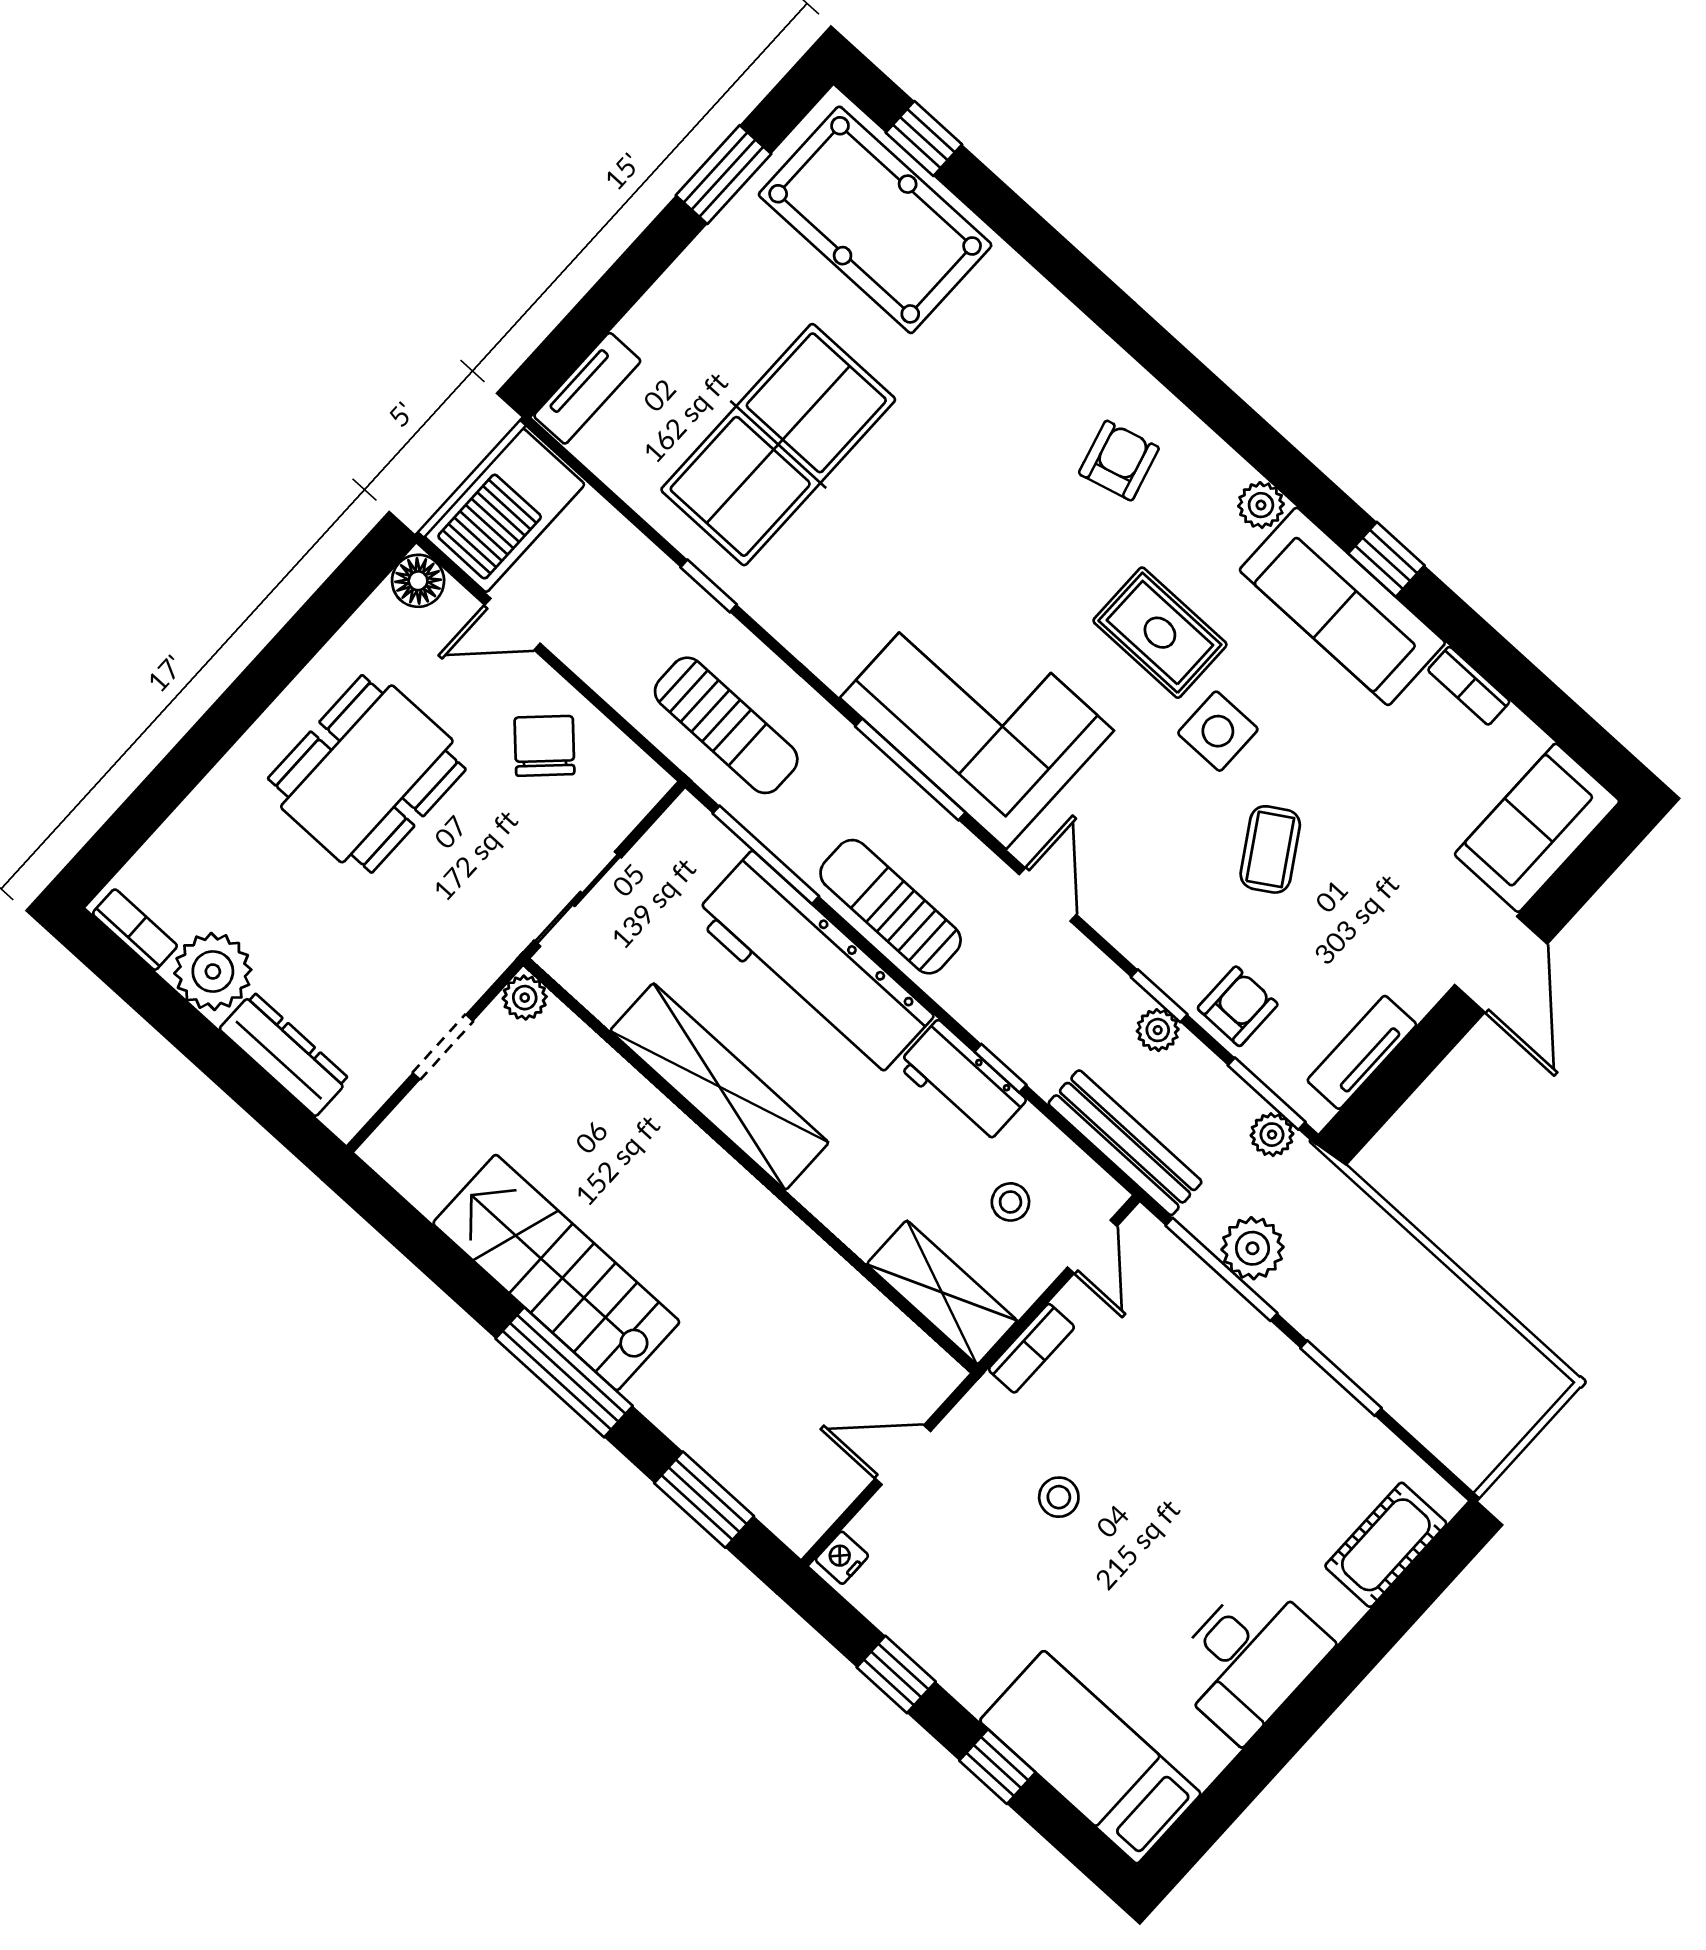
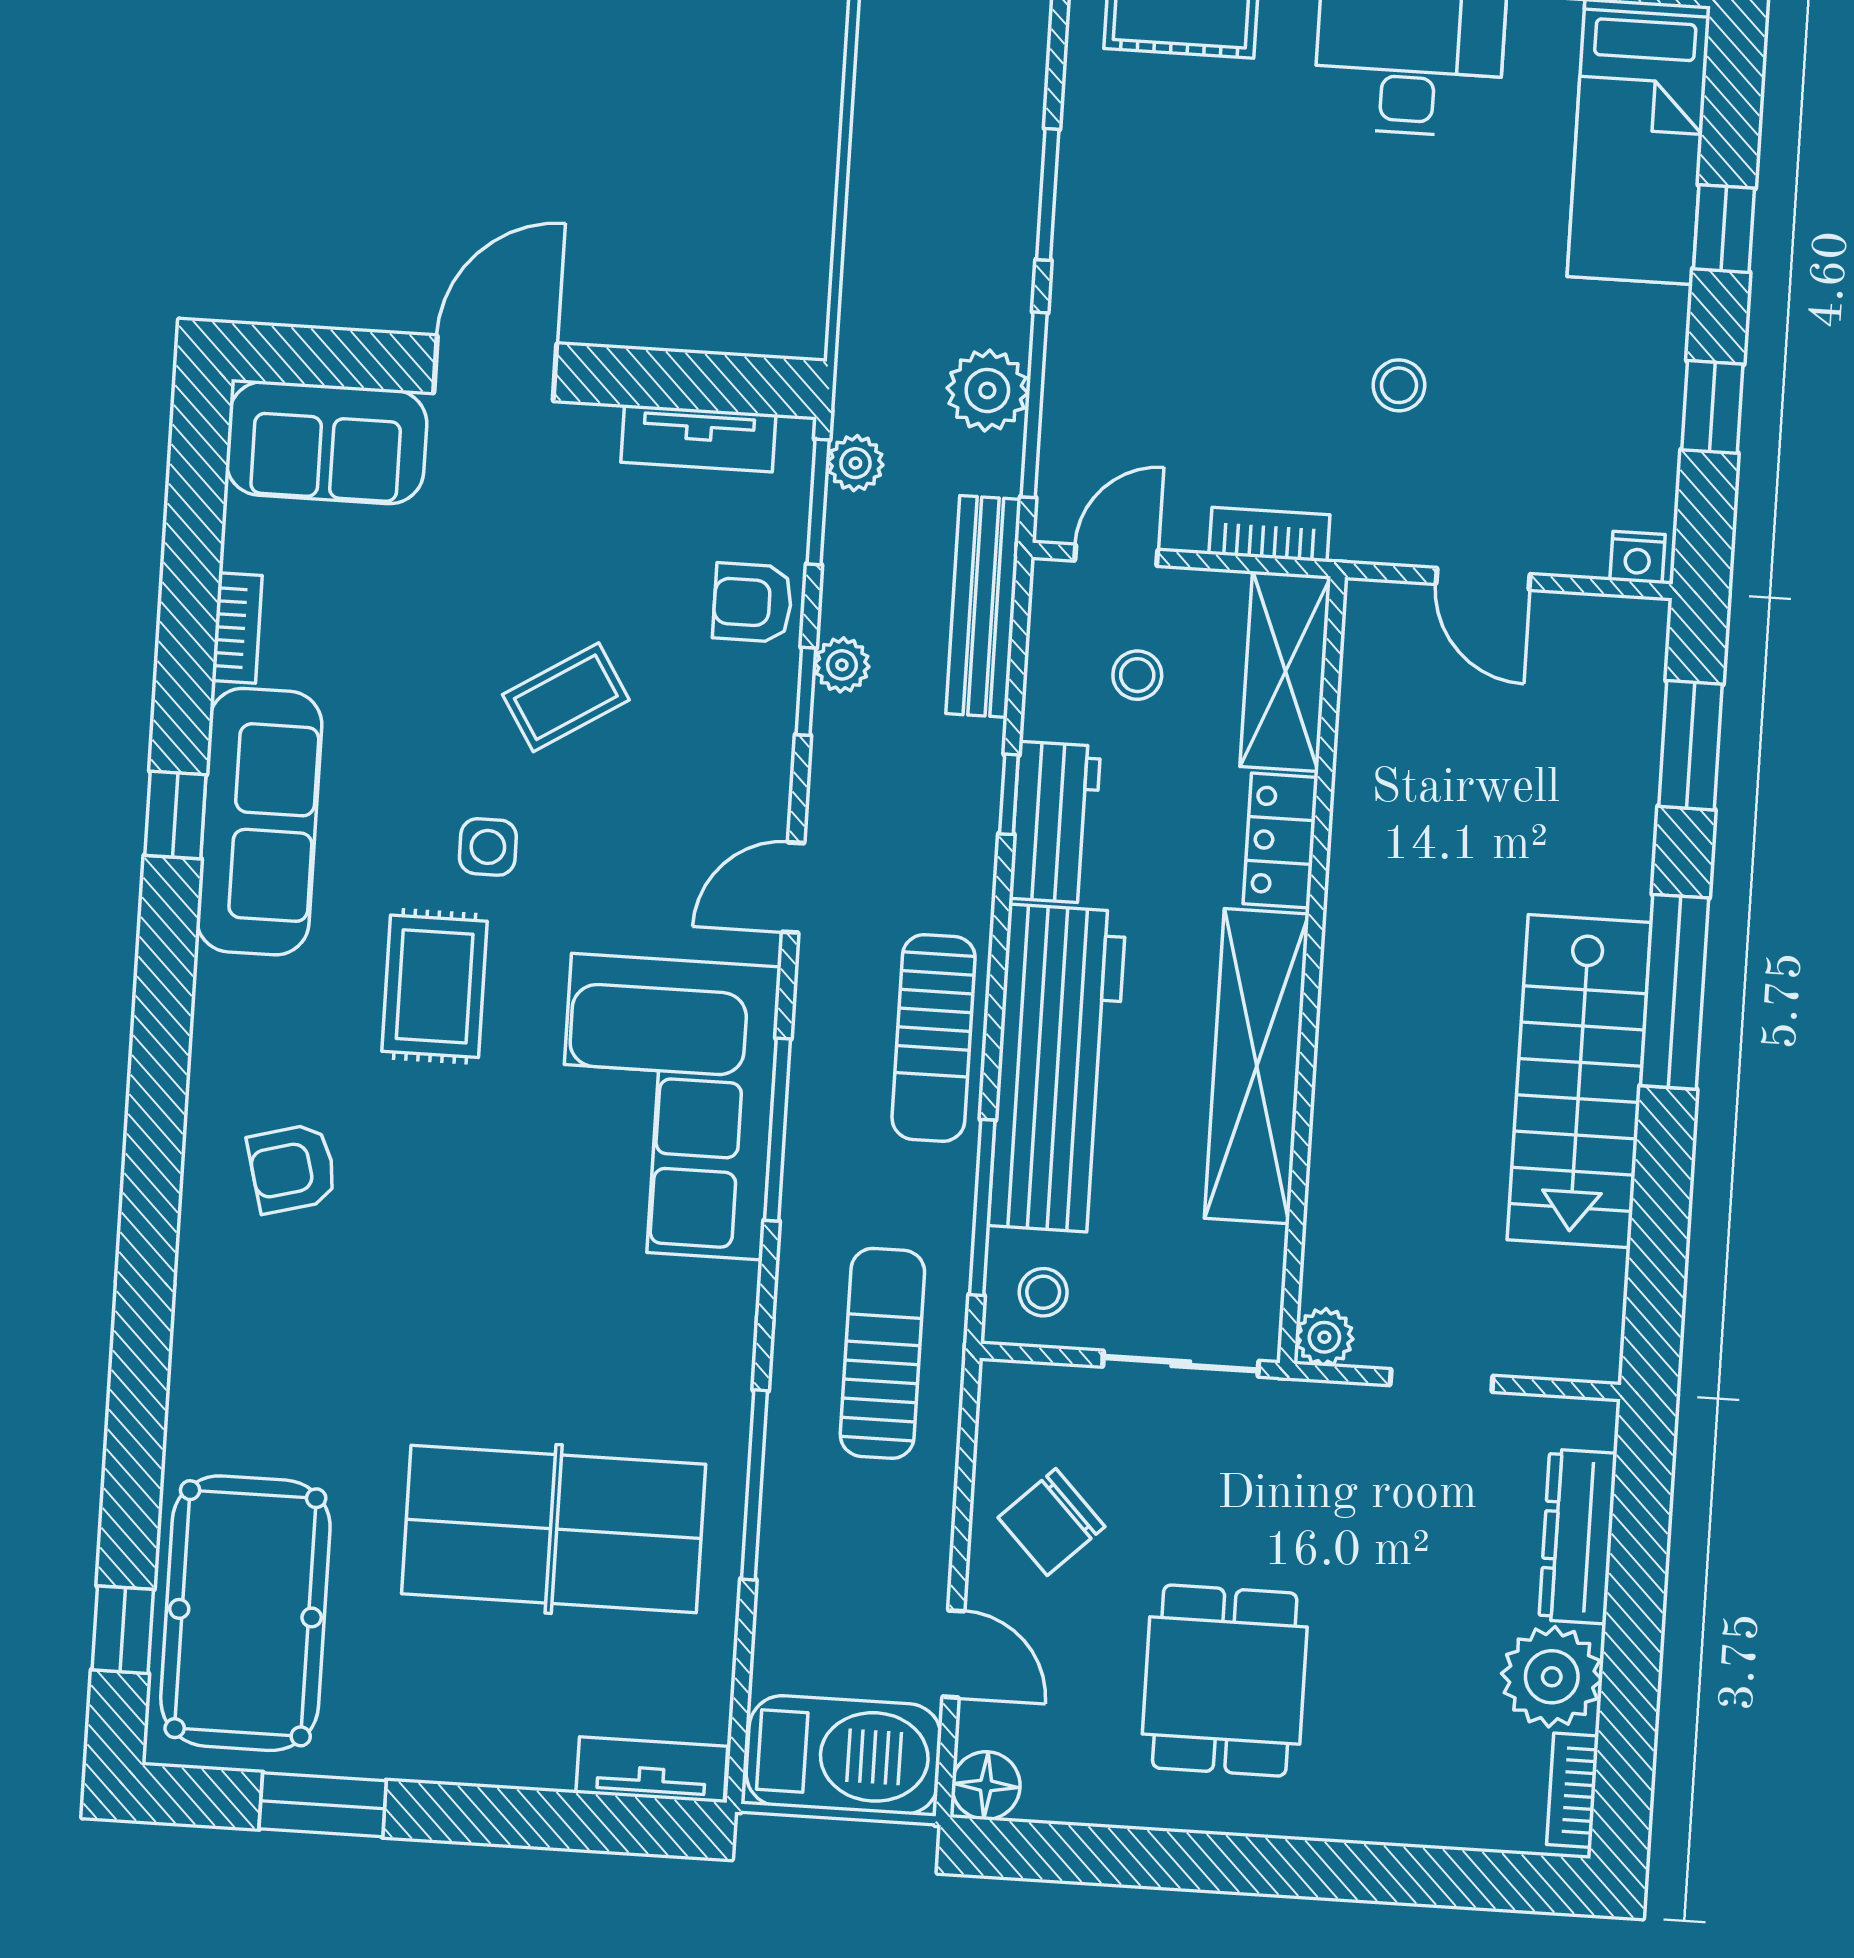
plant: (1261, 505) -> (222, 987), removed
window: (709, 586) -> (754, 1485), width x2.17
side table: (1218, 731) -> (488, 847), width x0.73, depth x0.73
dining table: (367, 774) -> (1225, 1681), width x0.73
stool: (686, 851) -> (1043, 1292), added
locker: (843, 1209) -> (1280, 841), added

